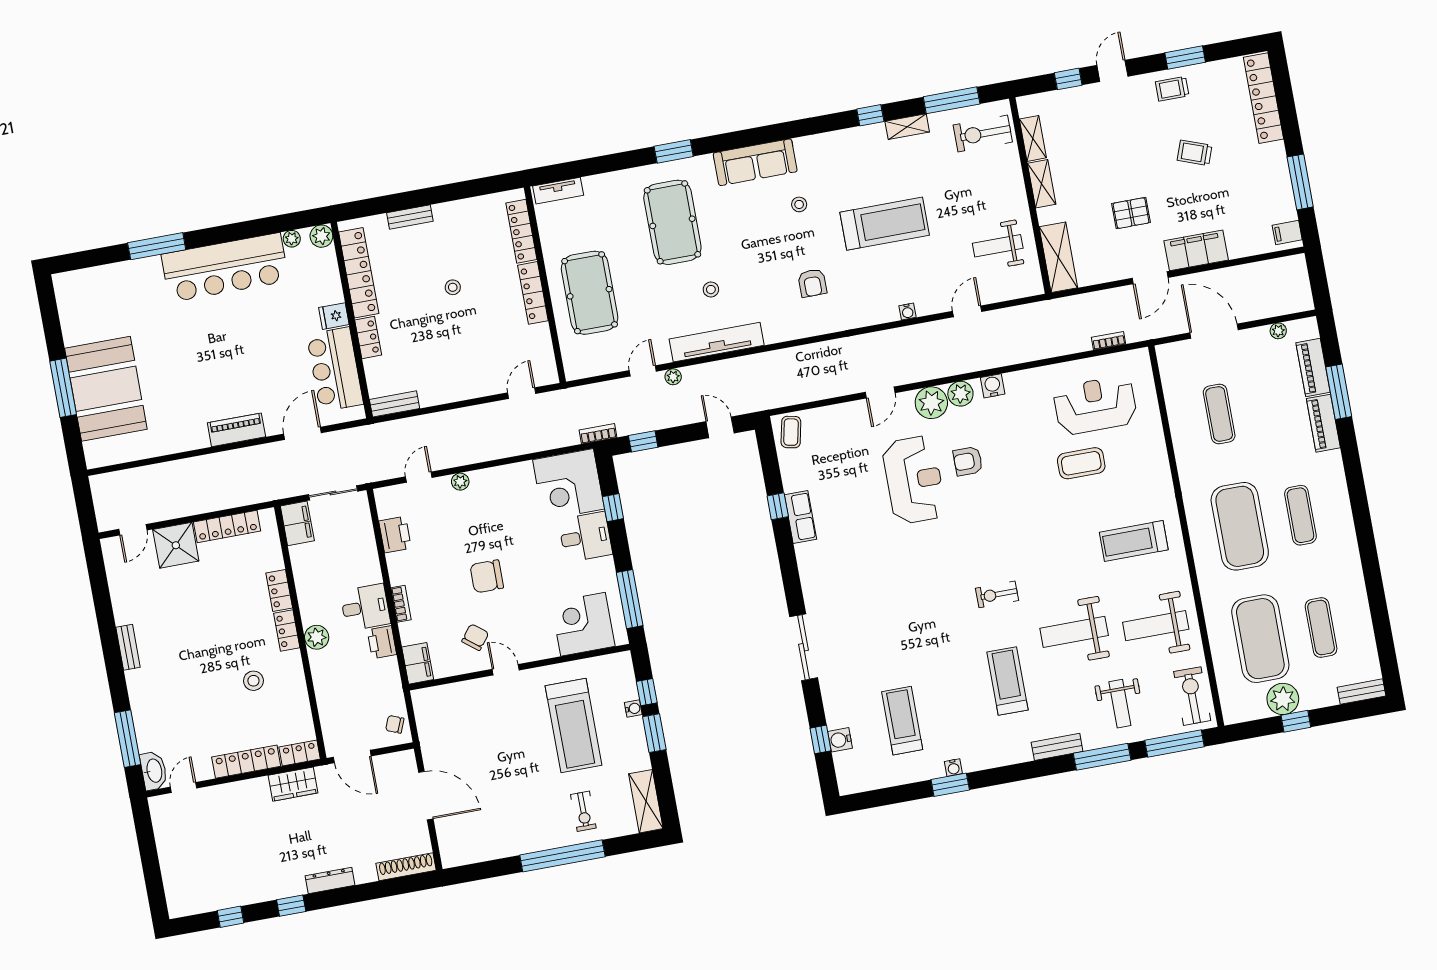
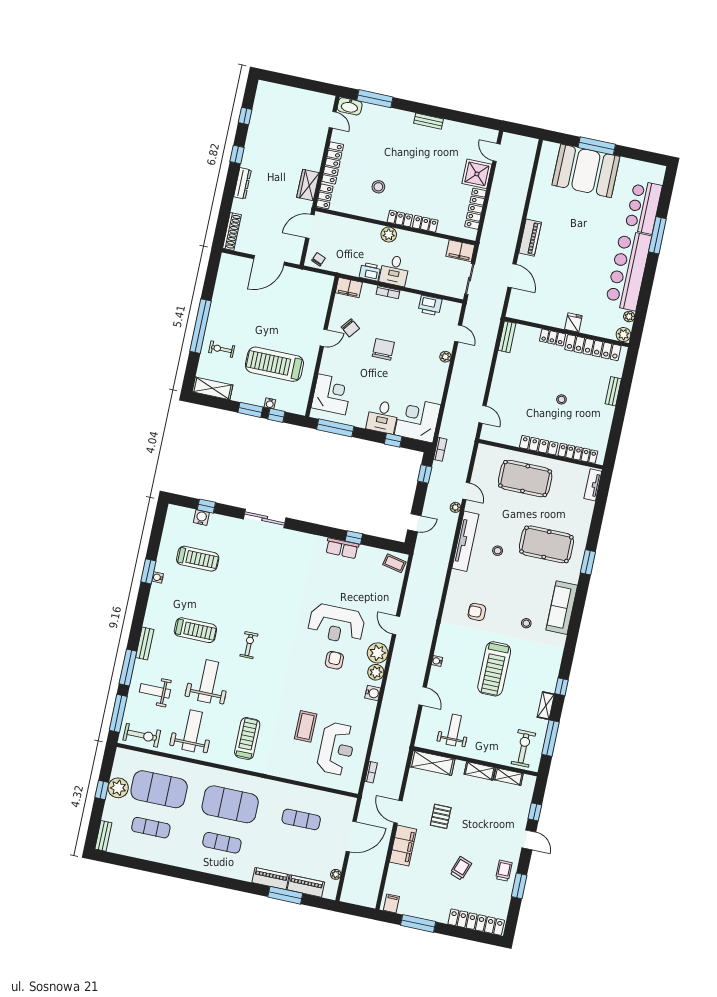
bar counter: (335, 369) -> (644, 207), moved, turned -90

